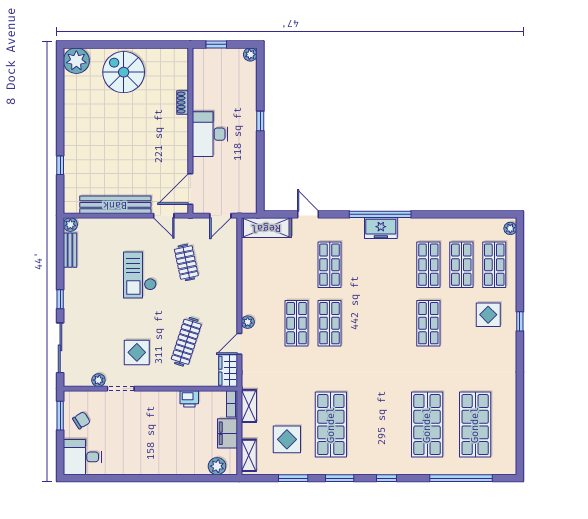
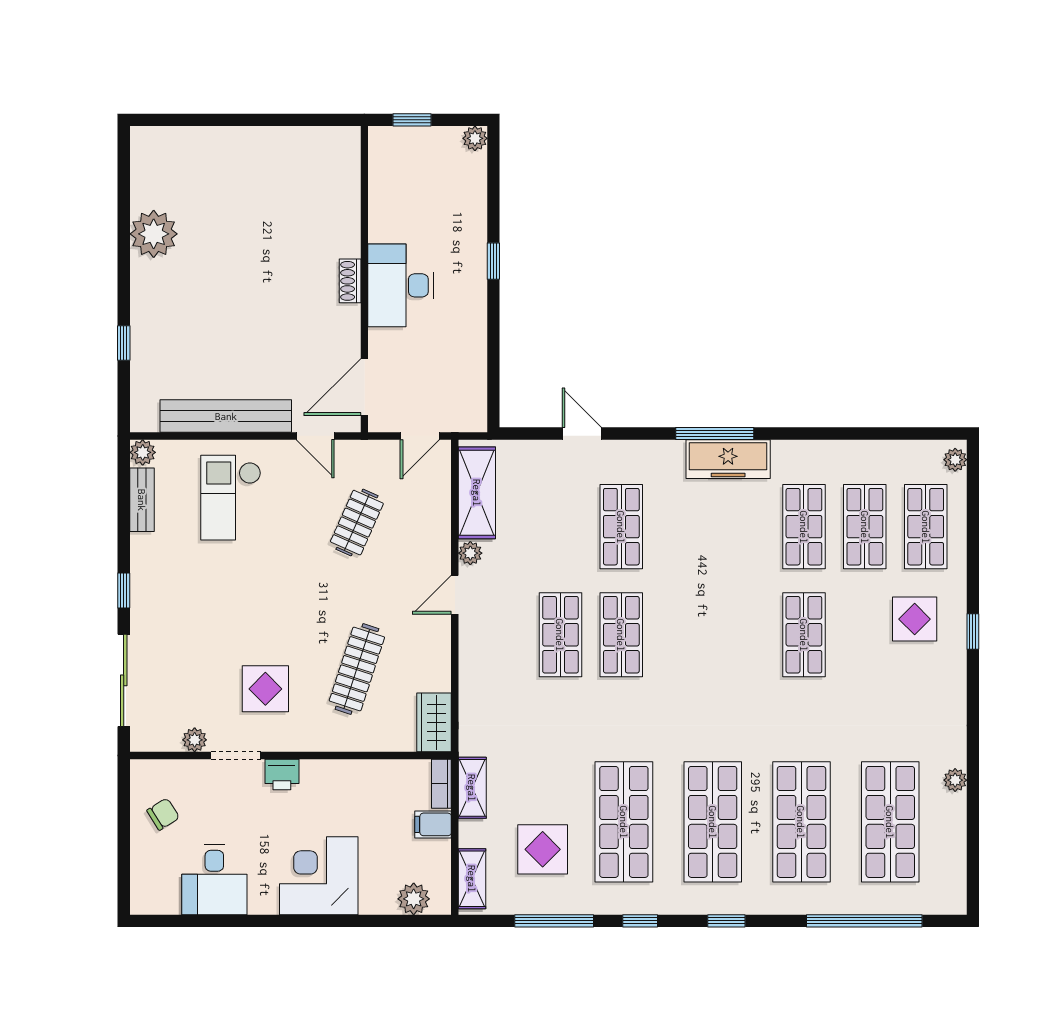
plant: (76, 61) -> (154, 234), moved
spiral stairs: (124, 72) -> (241, 171), removed
shoe rack: (183, 103) -> (350, 281), moved
window: (380, 214) -> (715, 434), width x0.68
shelving: (266, 228) -> (477, 493), moved, turned 90
freezer: (381, 228) -> (728, 459), width x1.40
clothes rail: (186, 262) -> (357, 523), turned 36
checkout: (140, 275) -> (231, 498), moved
plant: (248, 322) -> (470, 553), moved
door: (239, 344) -> (455, 595), moved
printer: (189, 399) -> (282, 775), moved
plant: (510, 402) -> (955, 780), added
window: (60, 416) -> (124, 805), removed
shop shelf: (379, 425) -> (713, 822), added
filing cabinet: (228, 433) -> (433, 824), width x0.50
corner desk: (166, 454) -> (319, 876), added
desk: (82, 457) -> (214, 880), moved, turned -90
window: (293, 478) -> (554, 921), width x1.44
window: (340, 478) -> (640, 921), width x0.67

